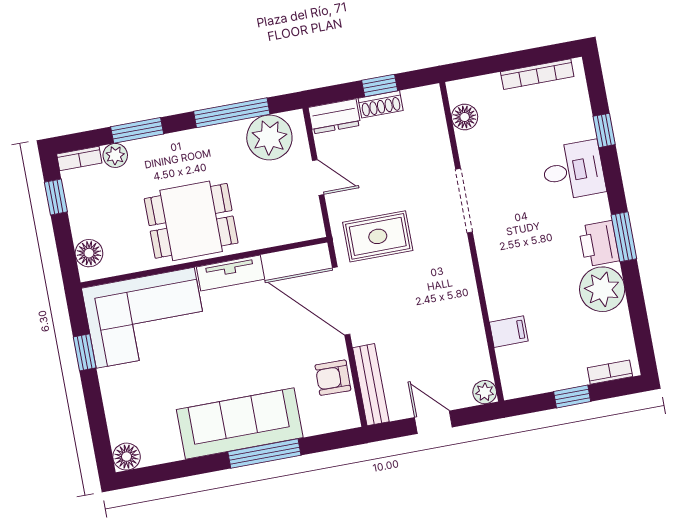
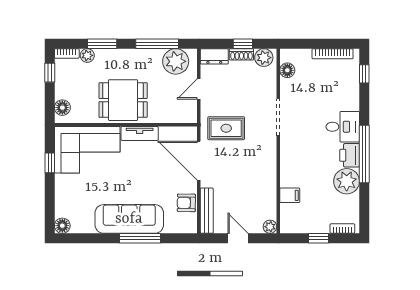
plant: (420, 103) -> (264, 58), added
window: (604, 130) -> (364, 74), moved
desk: (573, 170) -> (343, 127), moved
door: (318, 177) -> (199, 89), swing flipped
window: (624, 237) -> (364, 154), width x2.11

